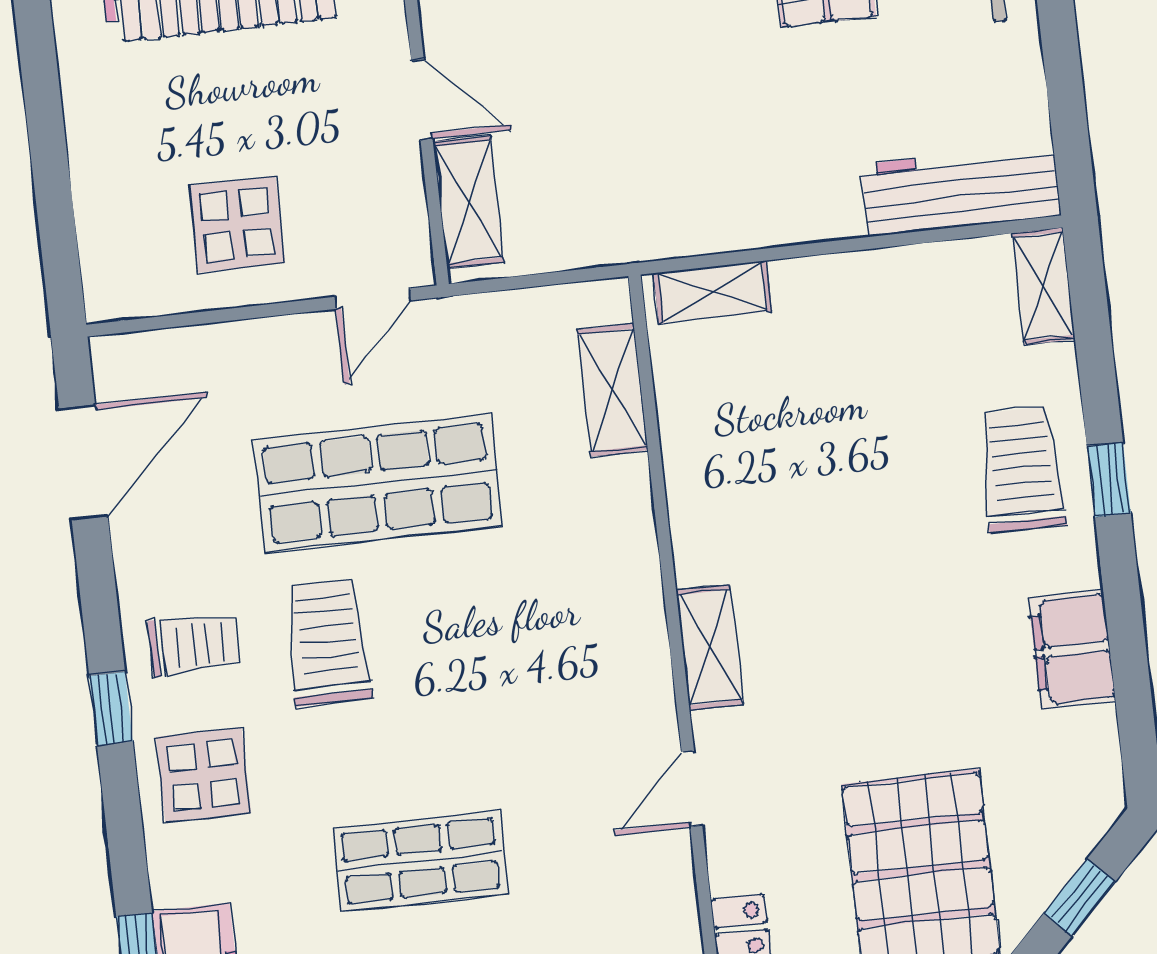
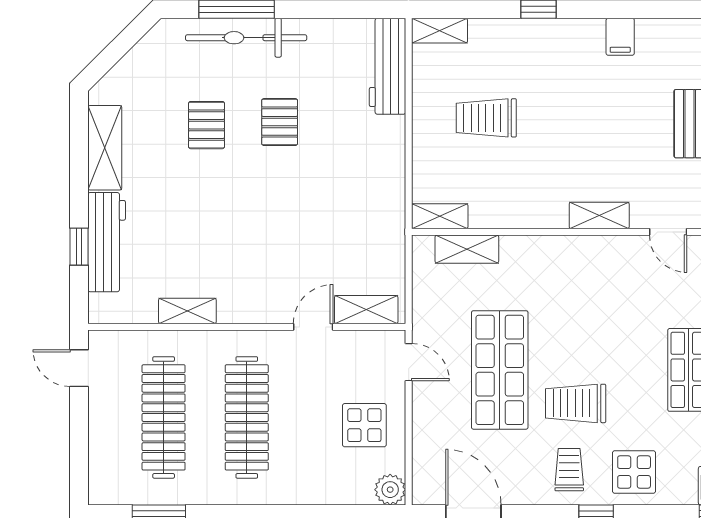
plant: (114, 290) -> (390, 490), added
shelving: (713, 292) -> (440, 216), moved, turned 90
trolley: (1022, 470) -> (486, 118), moved
filing cabinet: (1072, 649) -> (620, 37), width x0.50

